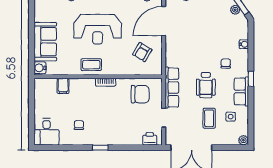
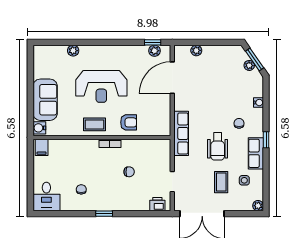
armchair: (142, 52) -> (129, 122), moved, turned -121
filing cabinet: (63, 86) -> (42, 147), moved
row of seats: (172, 87) -> (181, 133), moved
chair: (140, 94) -> (129, 172), moved, width x0.54, depth x0.54

